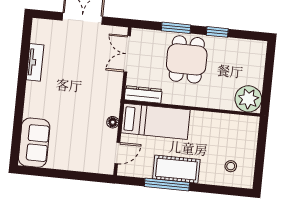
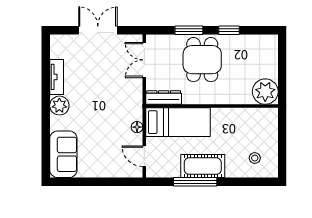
plant: (35, 92) -> (59, 106), added
door: (117, 153) -> (144, 156), swing flipped

